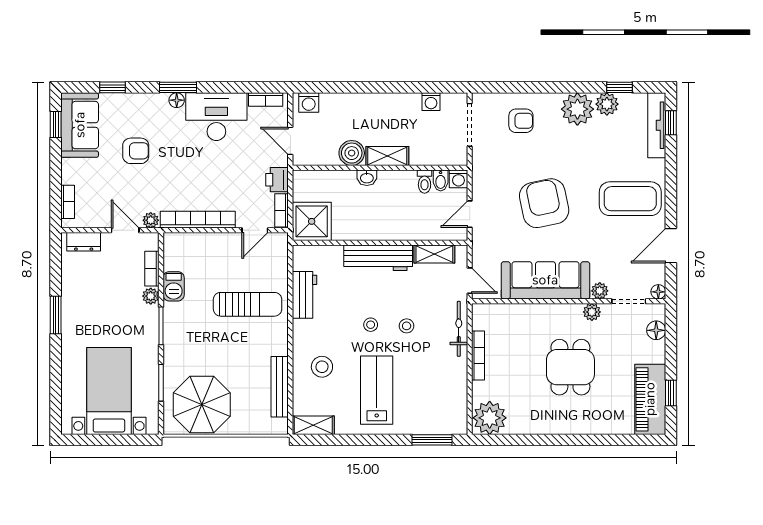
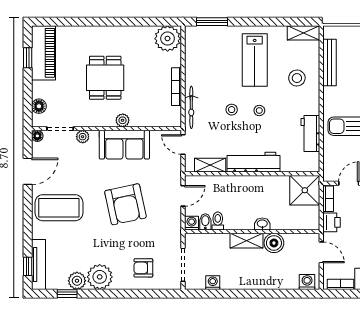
sofa: (545, 280) -> (124, 145), width x0.73
plant: (592, 312) -> (123, 120), moved

